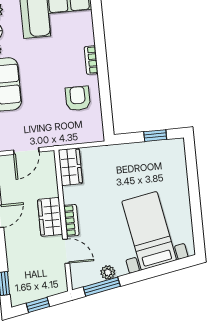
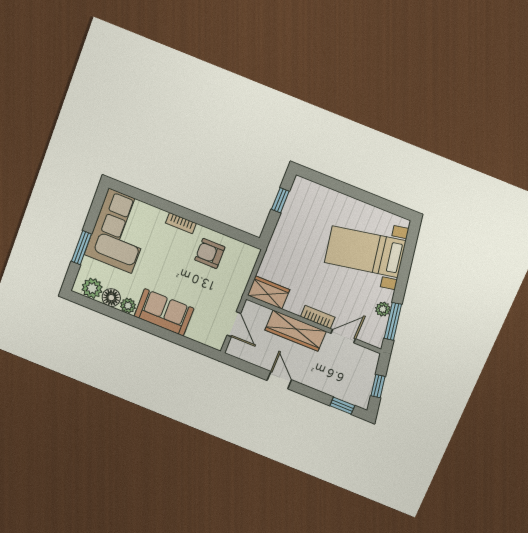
wardrobe: (50, 217) -> (296, 331), width x1.50

